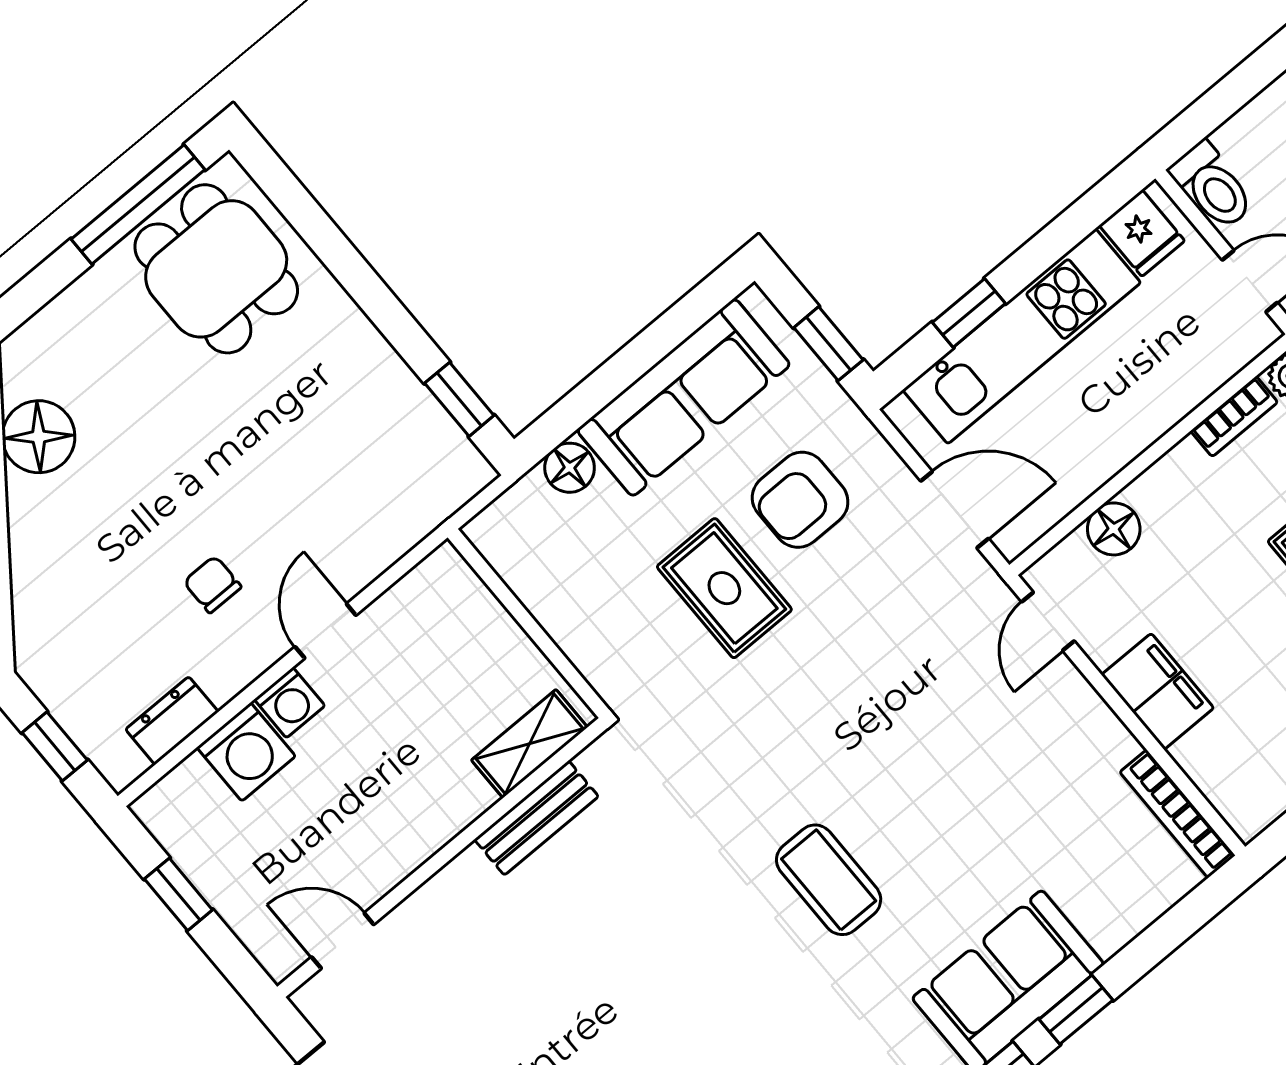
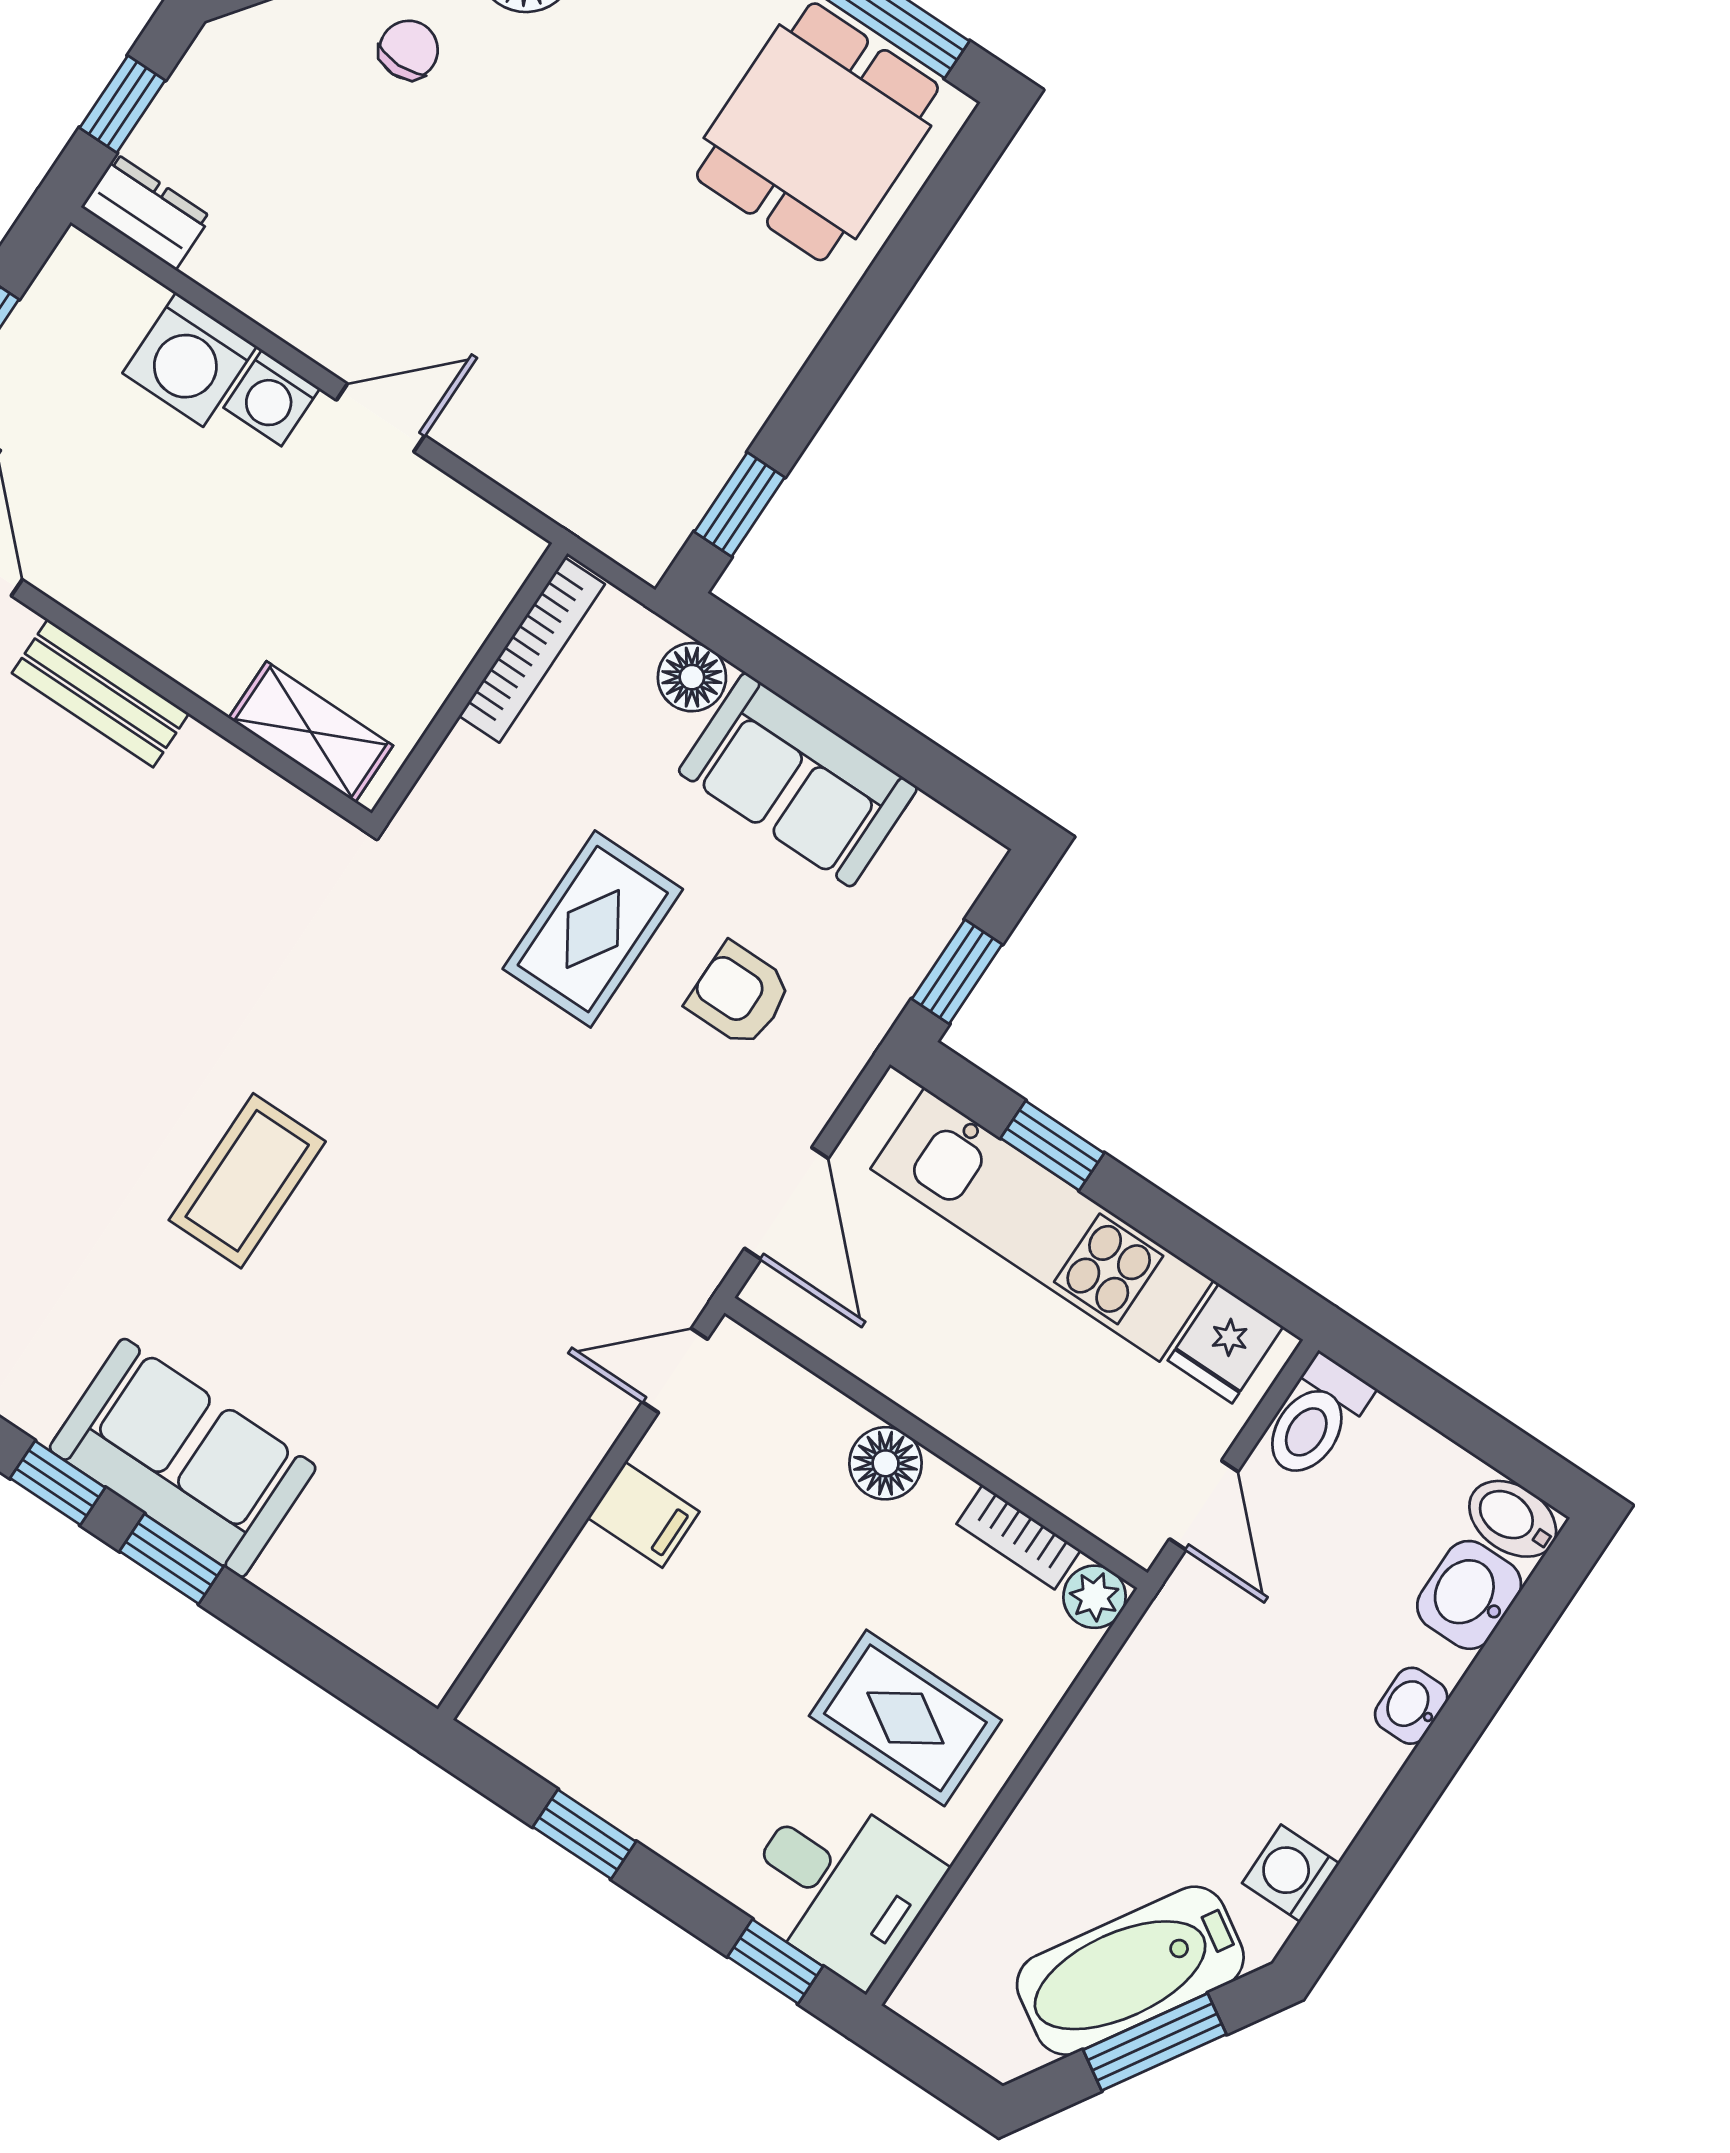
sofa: (684, 397) -> (798, 780), width x0.73
armchair: (800, 500) -> (739, 995), width x0.72, depth x0.72
floor lamp: (1114, 529) -> (886, 1463), moved
chair: (212, 584) -> (409, 50), moved
filing cabinet: (1158, 691) -> (644, 1515), width x0.50
dresser: (172, 721) -> (146, 212), moved
bookcase: (1177, 814) -> (532, 650), moved, turned 180
bench: (536, 818) -> (100, 693), moved

